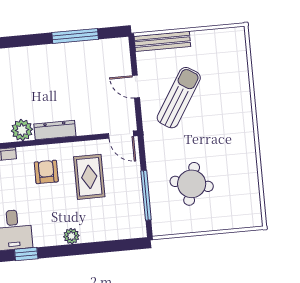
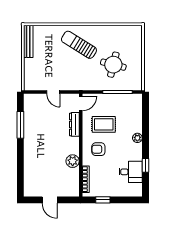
bench: (162, 41) -> (28, 41), moved
door: (136, 87) -> (53, 92), hinge flipped
sun lounger: (179, 98) -> (79, 45), moved
dresser: (55, 130) -> (74, 124), moved

